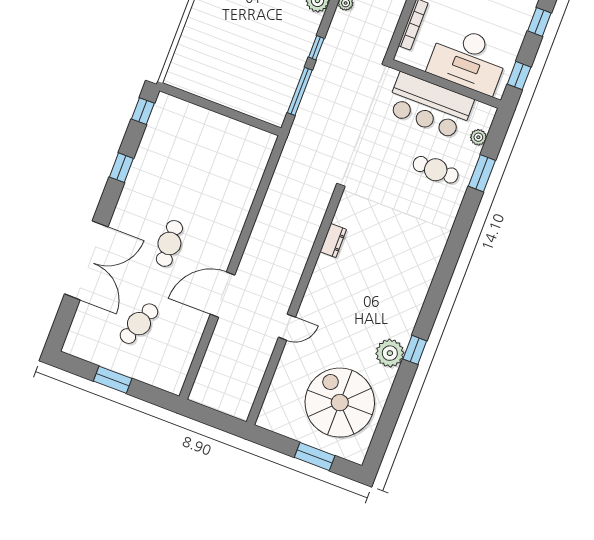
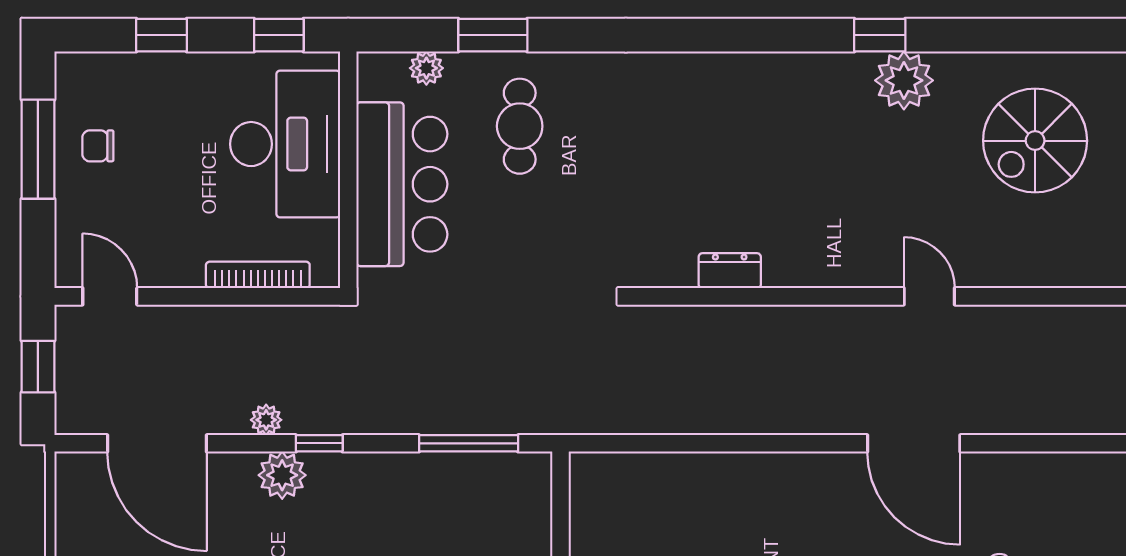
window: (316, 48) -> (319, 443), moved
spiral stairs: (340, 403) -> (1035, 141), width x0.73, depth x0.73

